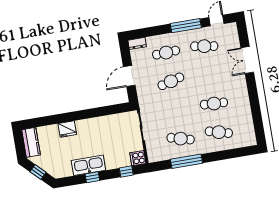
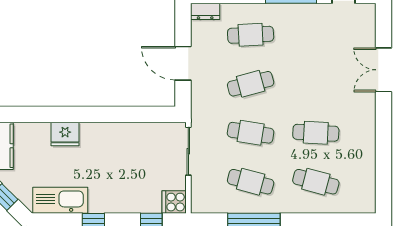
cafe table: (204, 46) -> (251, 133), moved
door: (129, 76) -> (183, 63), hinge flipped
kitchen sink: (88, 165) -> (60, 200), moved

